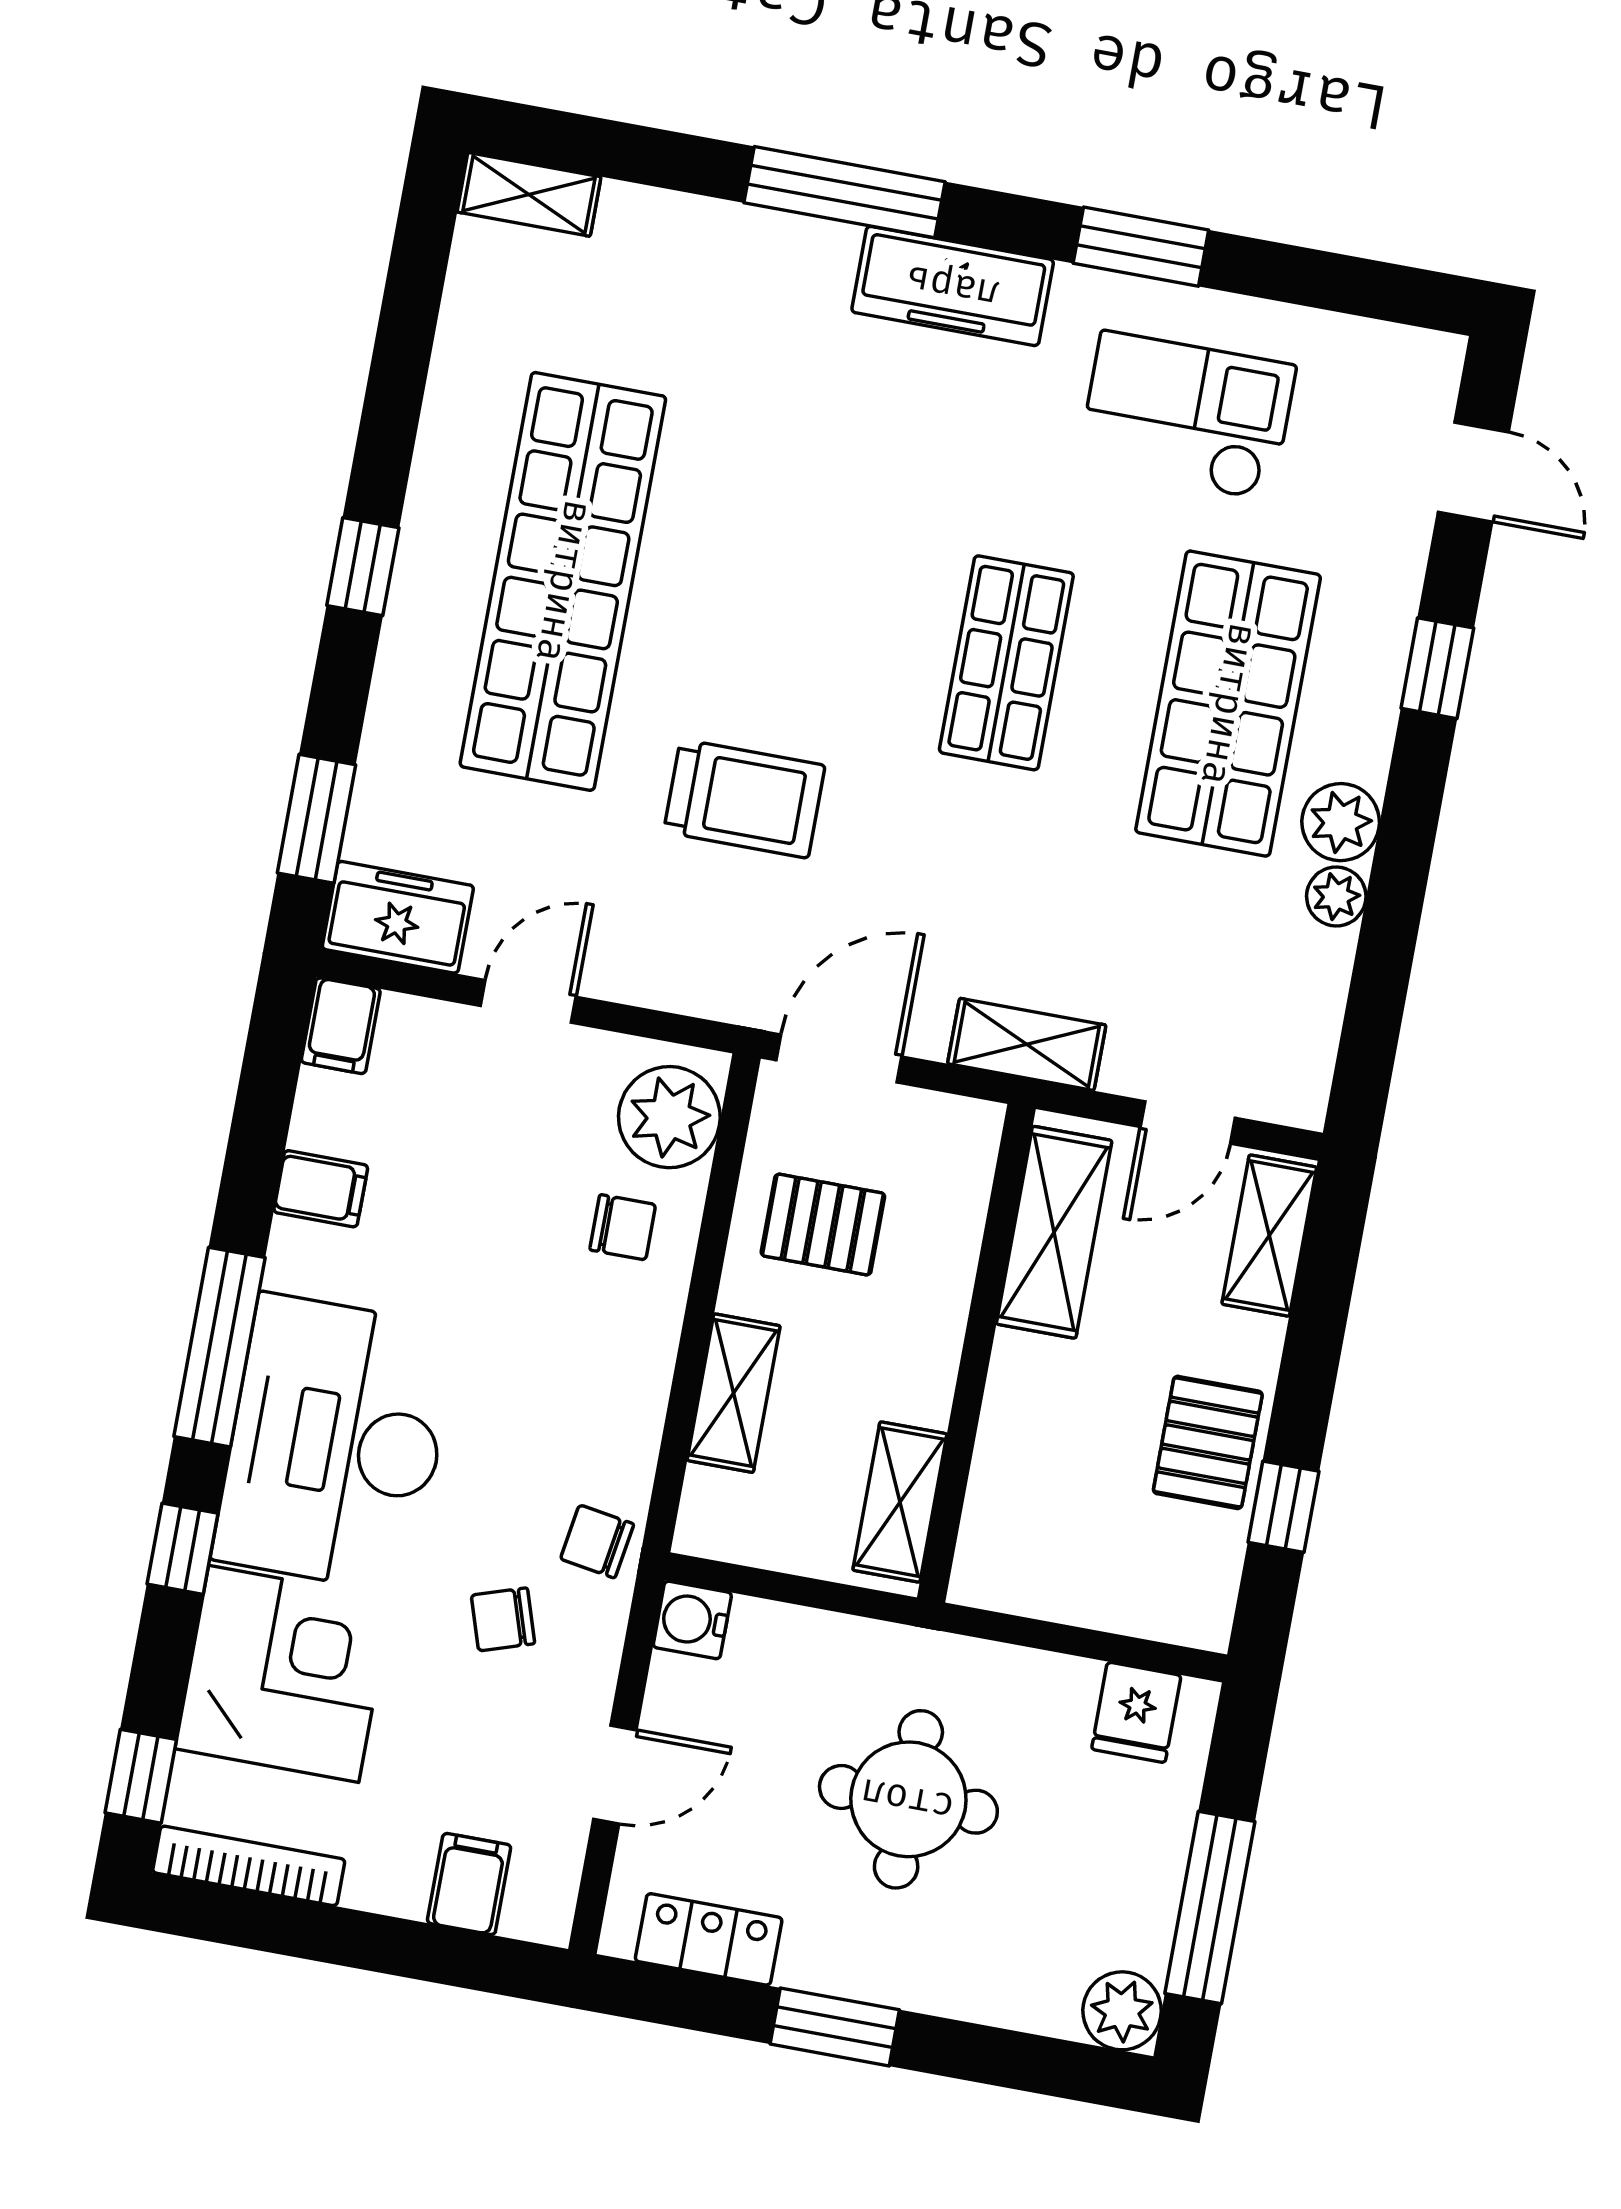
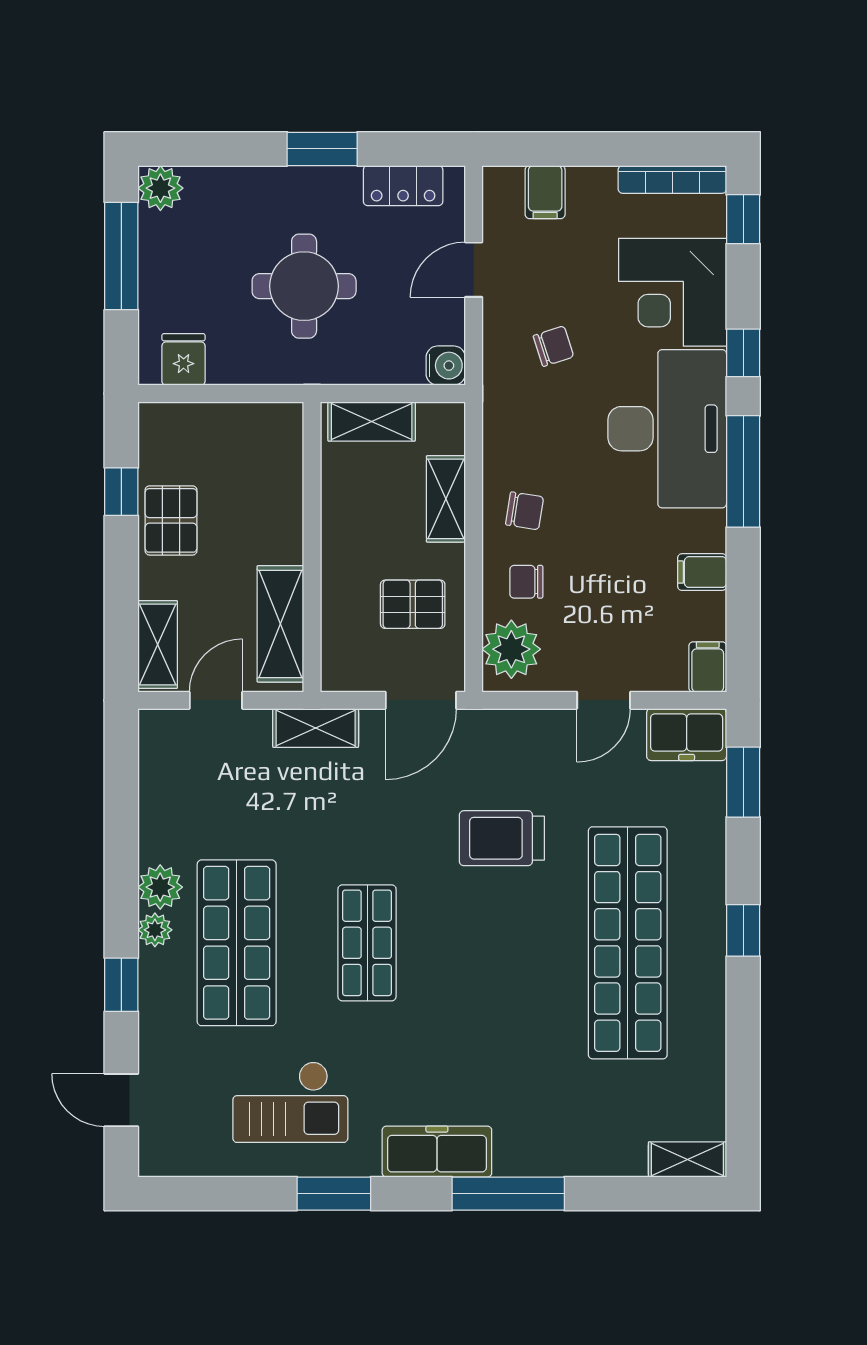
plant: (1336, 896) -> (155, 930), moved
shelving: (900, 1502) -> (372, 422), moved, turned 90
chair: (597, 1542) -> (525, 511), moved

